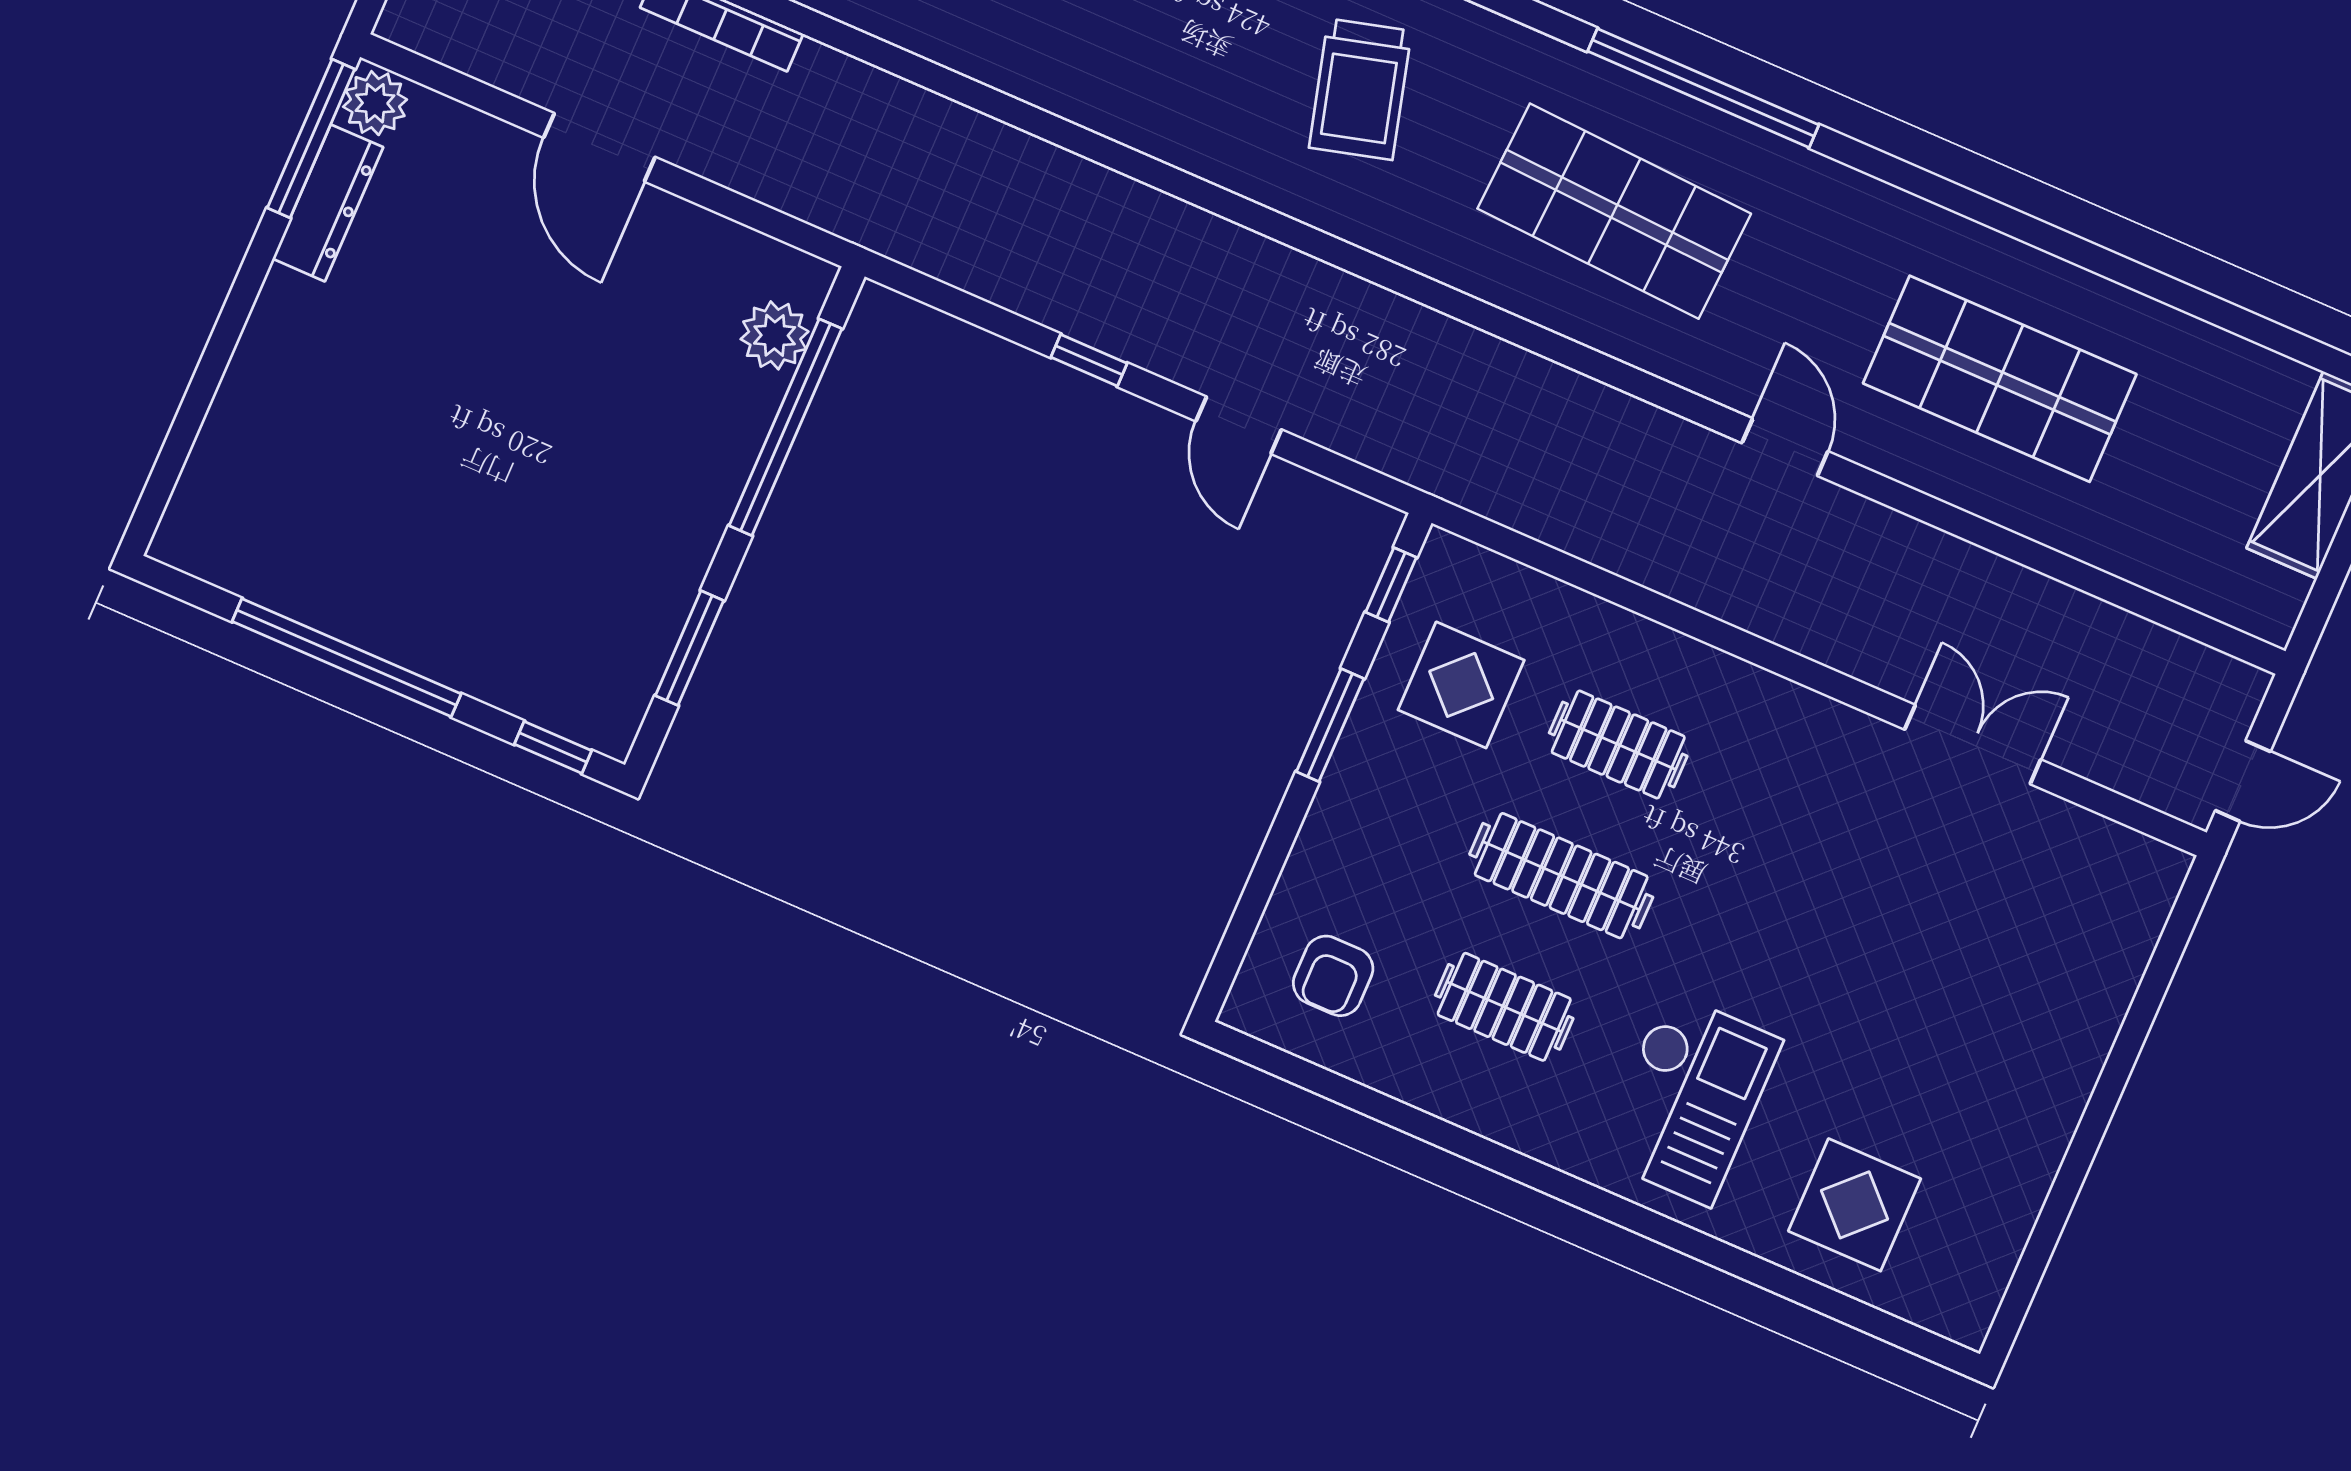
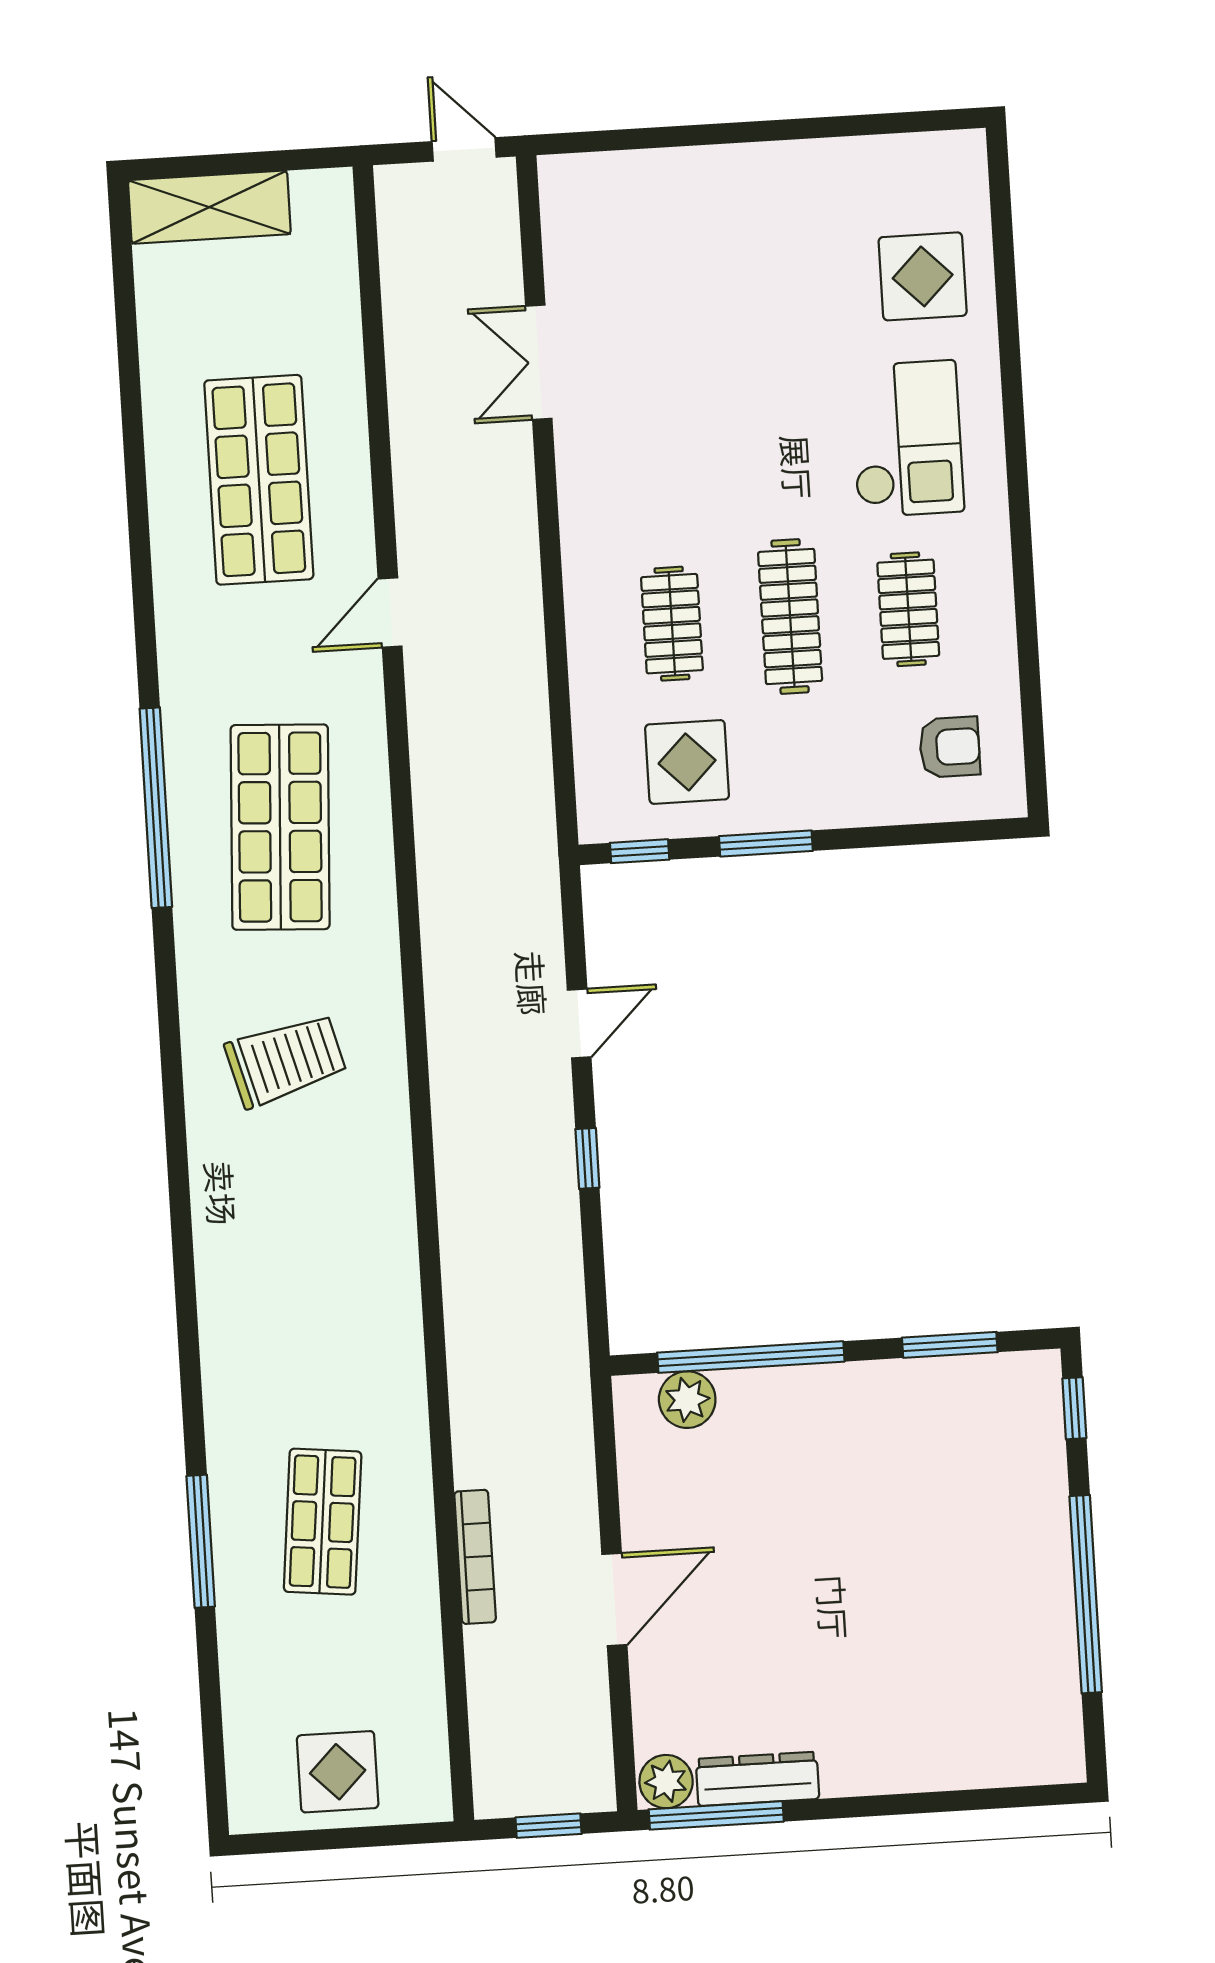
checkout: (1689, 1099) -> (907, 439), turned 90

